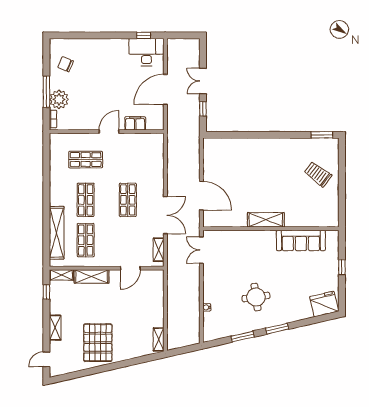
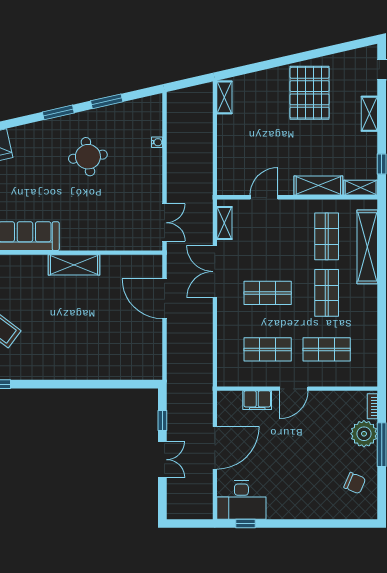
shop shelf: (128, 160) -> (268, 349), added
shop shelf: (128, 200) -> (268, 293), turned 90

